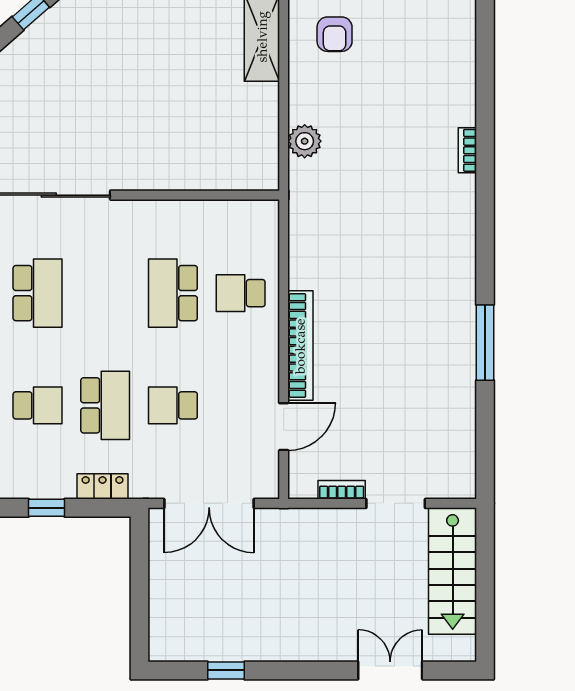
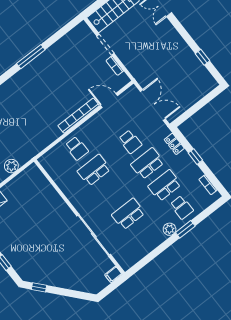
school desk: (173, 293) -> (94, 170), turned 180
school desk: (38, 405) -> (165, 185), width x1.85

